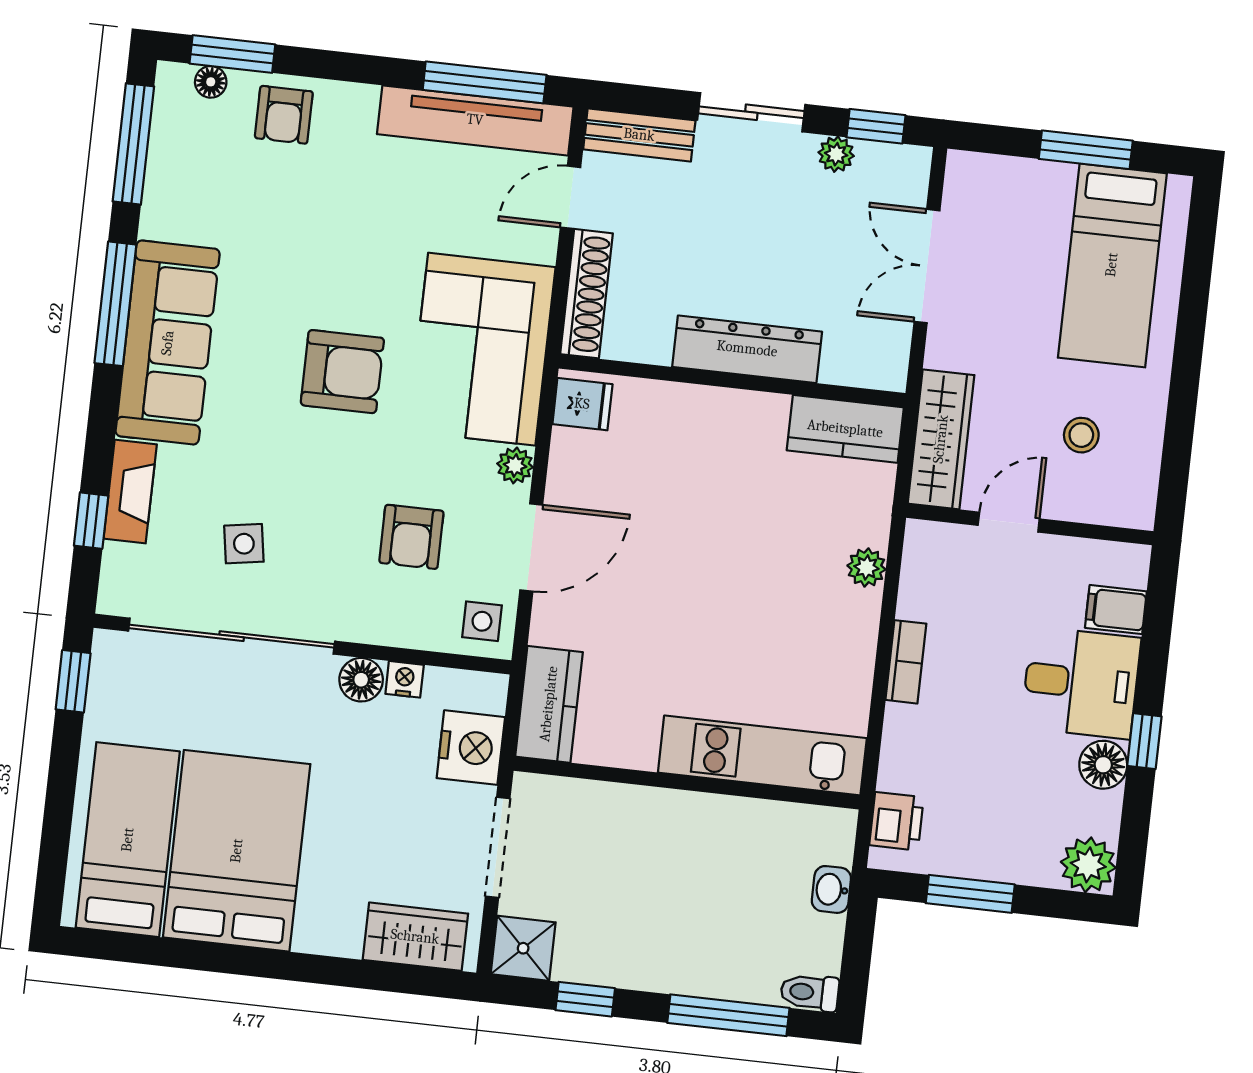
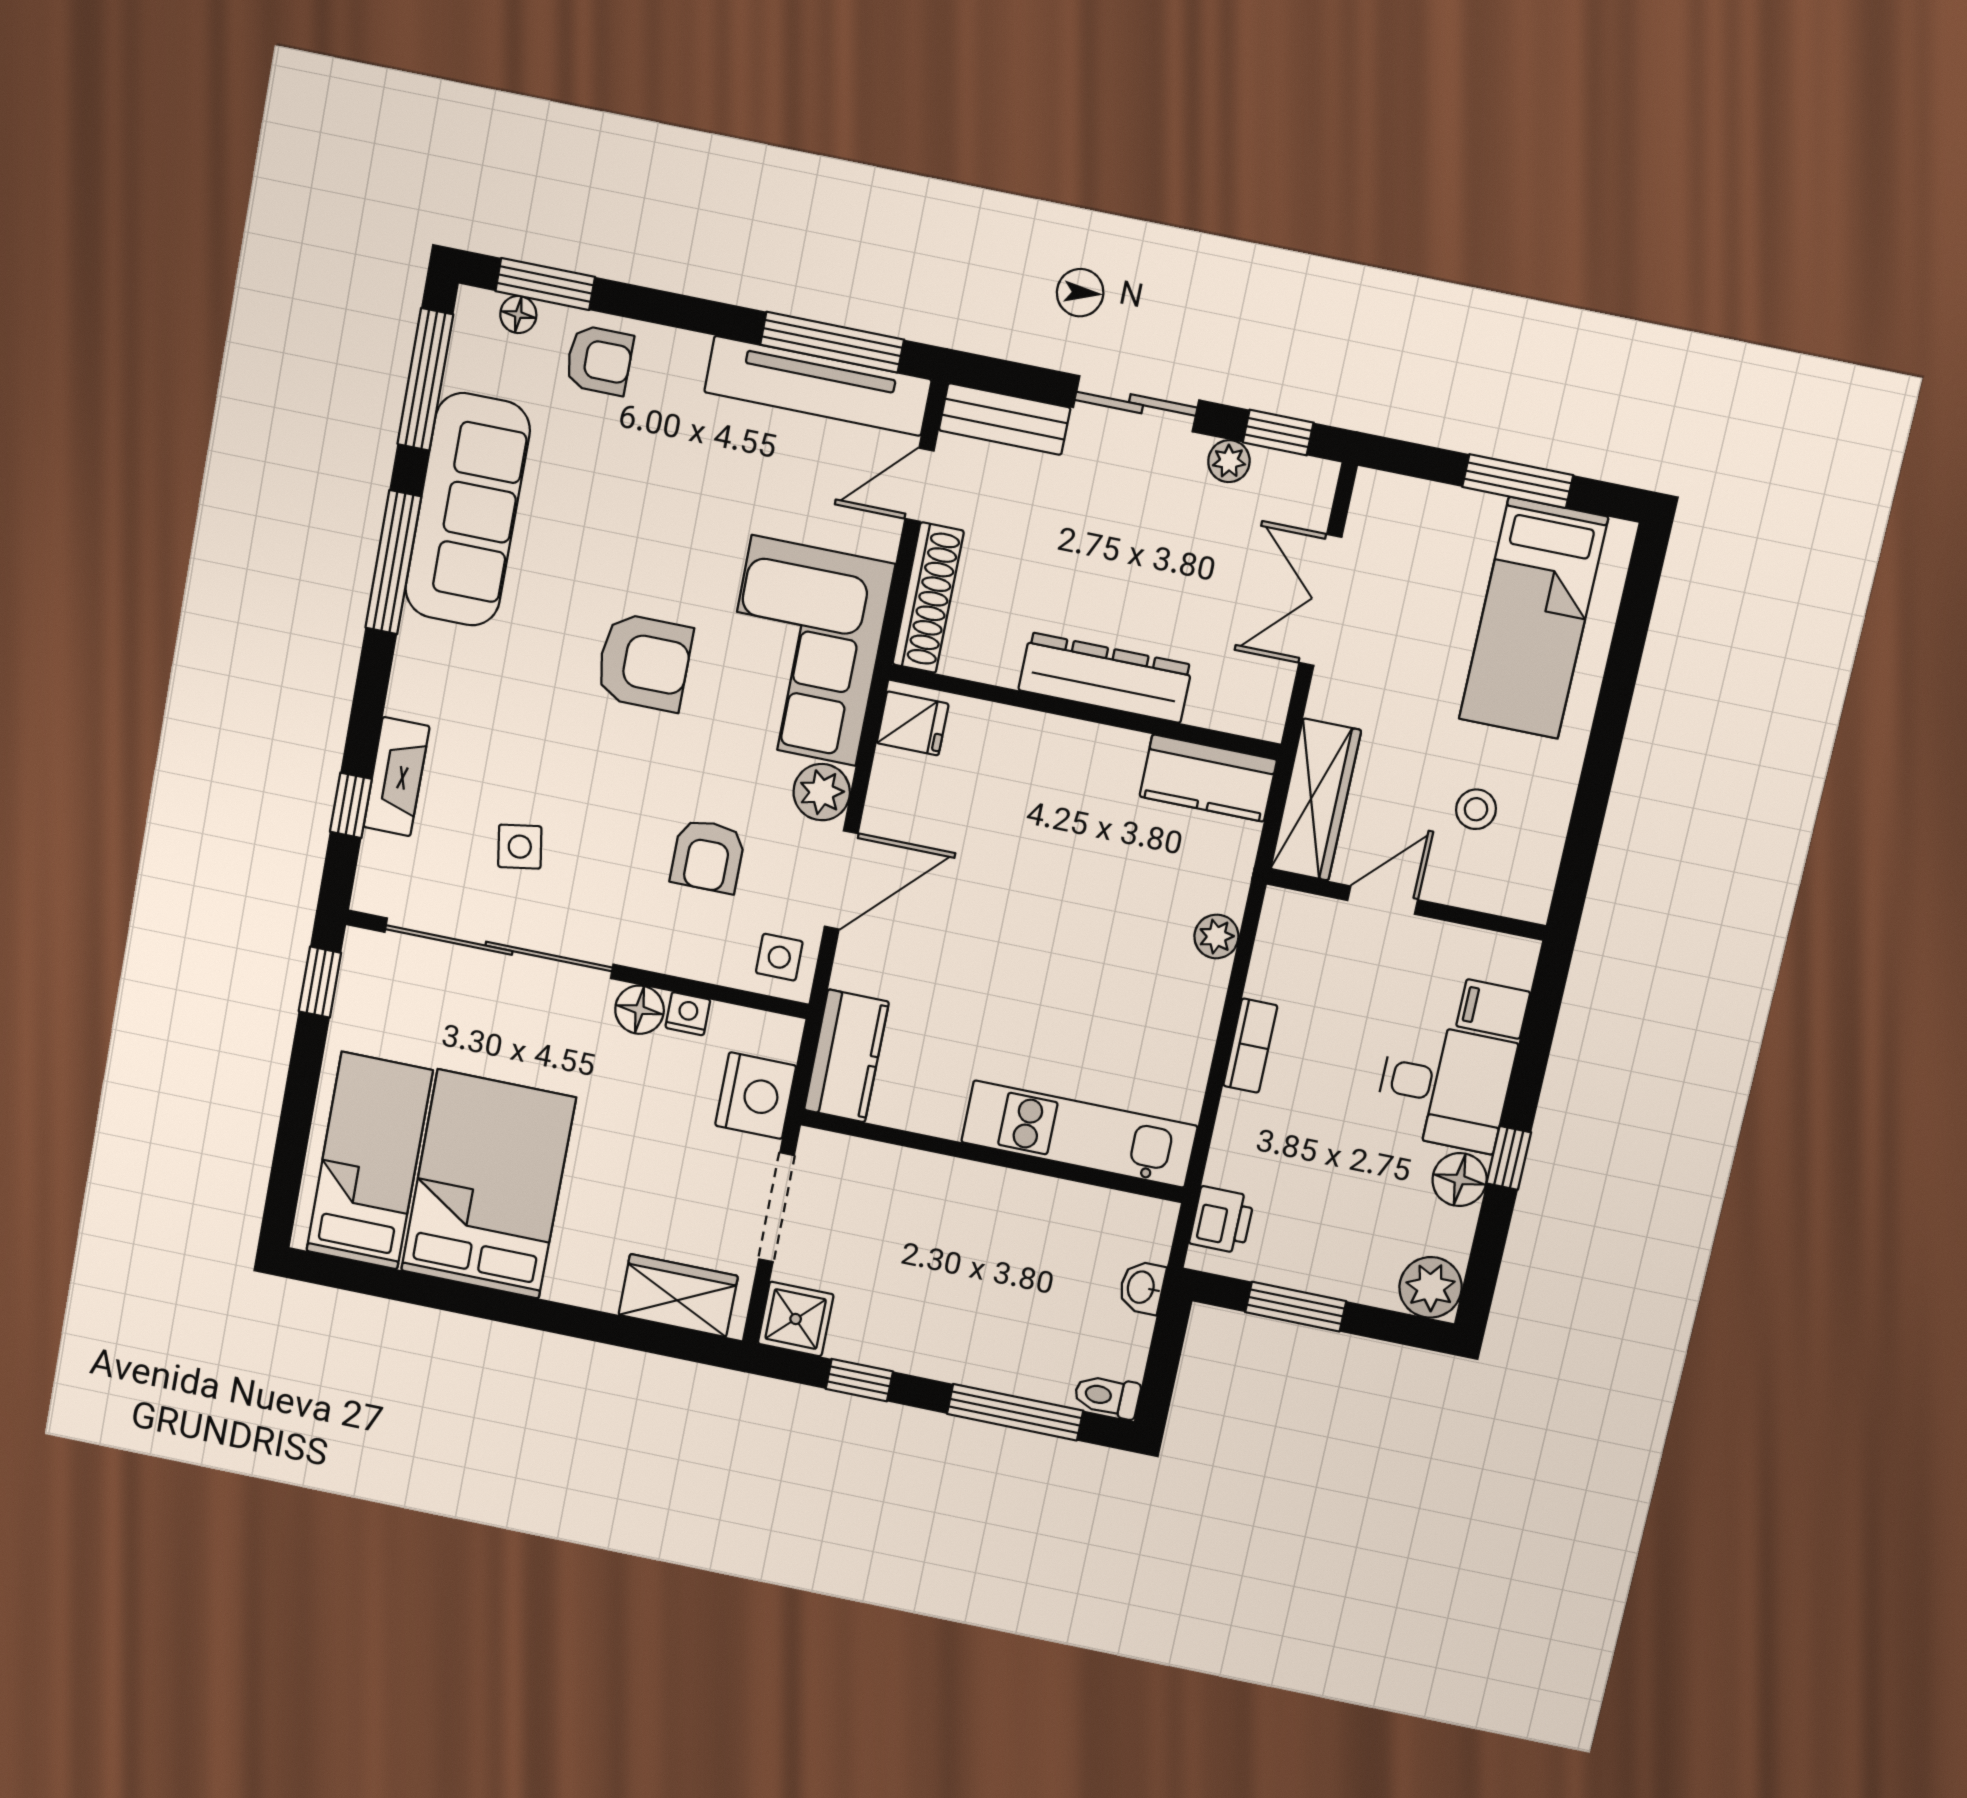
armchair: (284, 115) -> (599, 360), turned -90
sofa: (168, 343) -> (468, 510), moved
plant: (515, 465) -> (822, 792), width x1.38, depth x1.38

